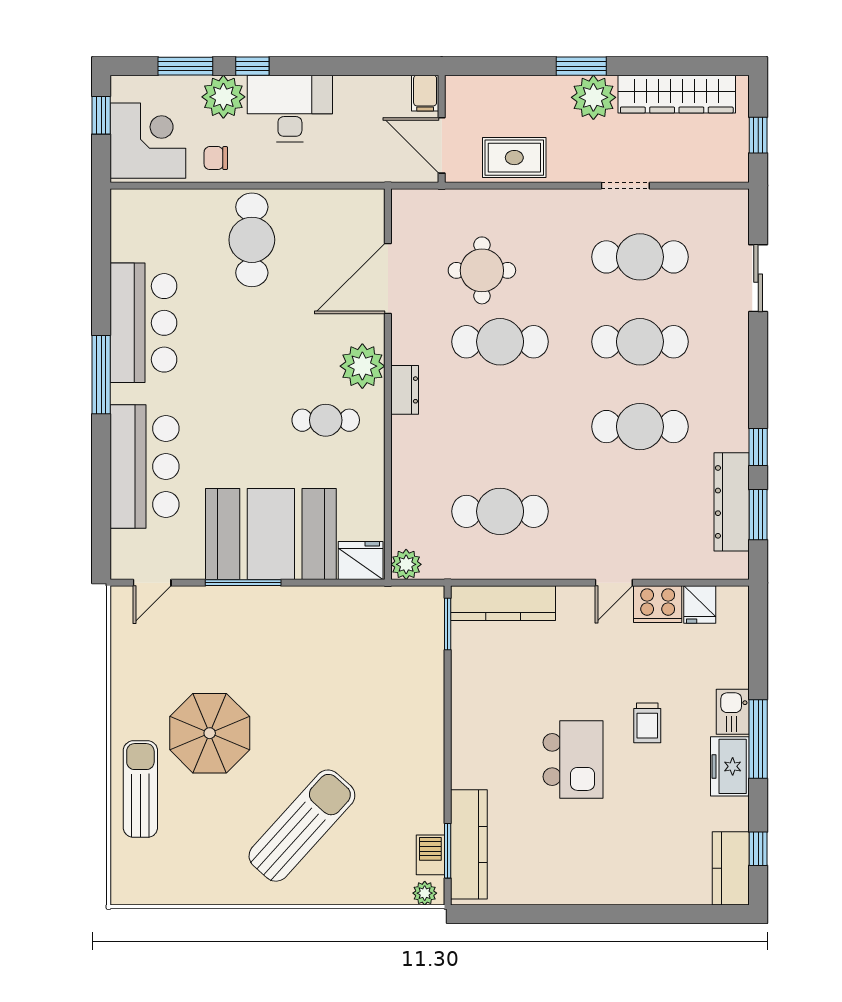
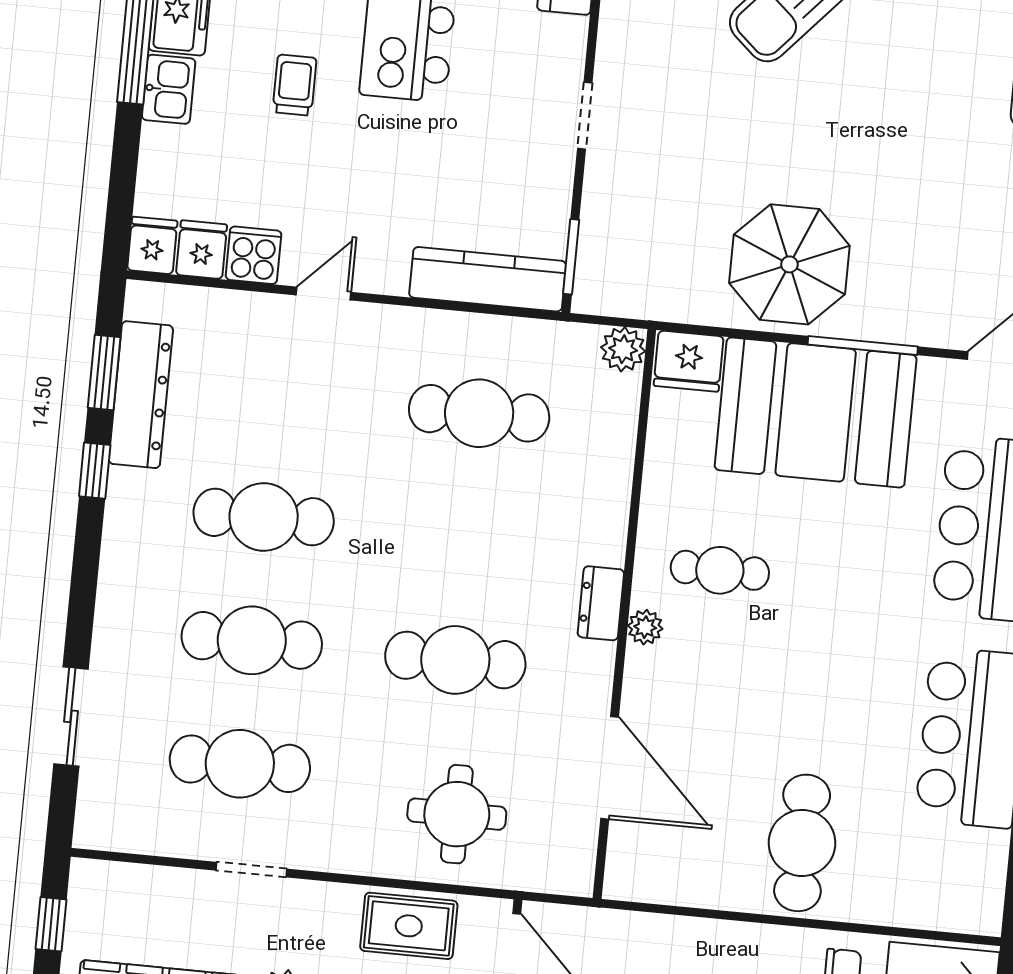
round table: (482, 270) -> (457, 814), moved
door: (388, 278) -> (610, 768), hinge flipped
plant: (362, 366) -> (645, 627), width x0.53, depth x0.53
cooker: (658, 604) -> (254, 255), width x0.73
fridge: (734, 604) -> (152, 245), added
doorway: (448, 721) -> (585, 116), added
parasol: (210, 733) -> (789, 264), moved

